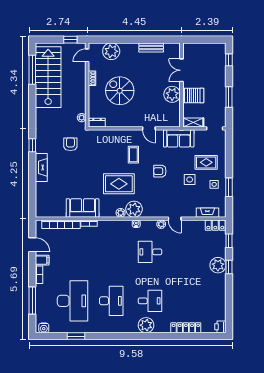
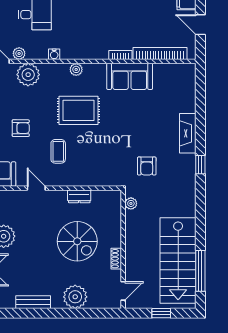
window: (70, 40) -> (161, 313), moved
plant: (111, 51) -> (75, 297), moved
dresser: (97, 123) -> (79, 196), moved
plant: (134, 209) -> (28, 75), moved

